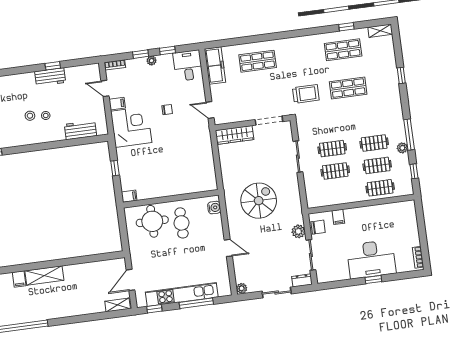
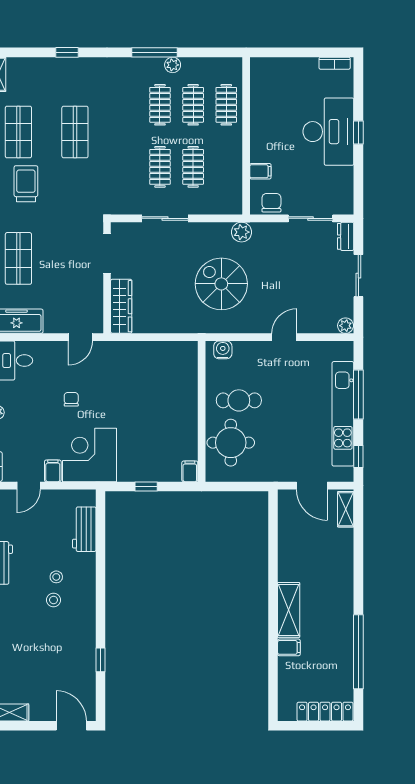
trolley: (306, 94) -> (26, 184), moved
window: (414, 171) -> (209, 52), removed
plant: (298, 231) -> (242, 232), moved

